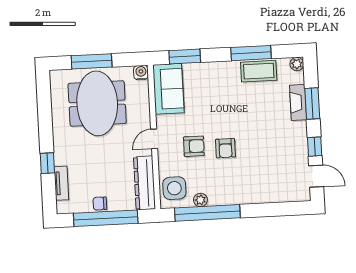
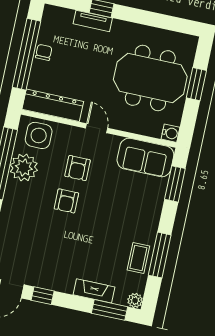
window: (92, 61) -> (196, 84), width x0.69
coffee table: (259, 71) -> (138, 258), width x0.73, depth x0.77
window: (312, 103) -> (109, 310), moved
armchair: (225, 148) -> (66, 201), turned -90
tv unit: (61, 183) -> (93, 21), moved
plant: (200, 200) -> (24, 167), width x1.87, depth x1.87

